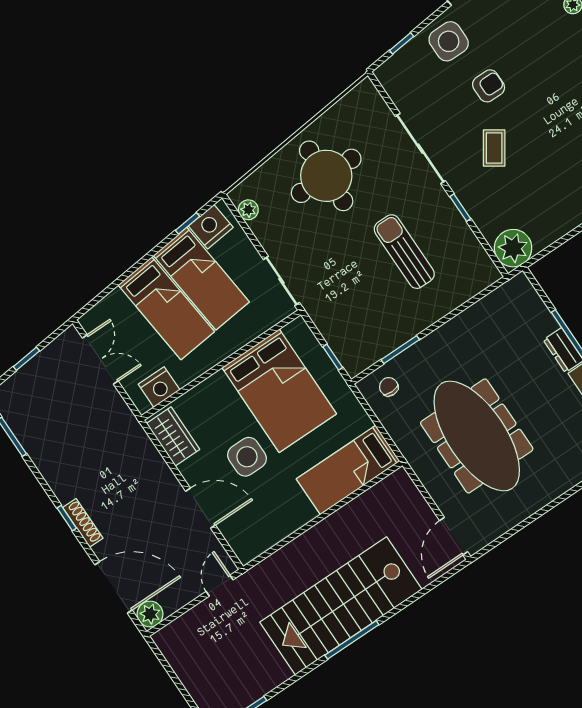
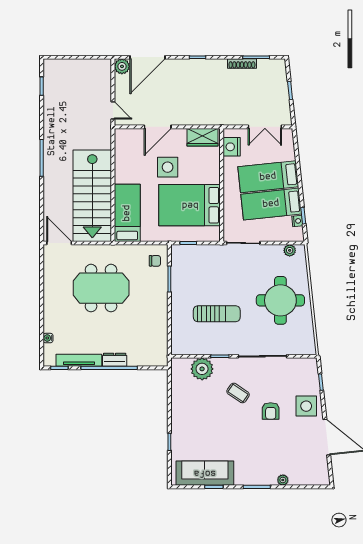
nightstand: (211, 227) -> (297, 221), width x0.53, depth x0.56
plant: (513, 248) -> (202, 369), moved
meeting table: (477, 436) -> (101, 288), width x0.73
shoe rack: (83, 523) -> (242, 64), moved
stairs: (341, 606) -> (92, 196), moved, turned 180

